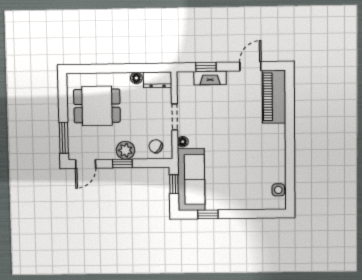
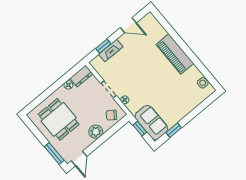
door: (250, 66) -> (128, 25), swing flipped
piano: (274, 97) -> (175, 54), moved
dining table: (97, 106) -> (59, 119), turned 90
window: (122, 163) -> (100, 141), removed
sofa: (191, 179) -> (151, 122), width x0.73

